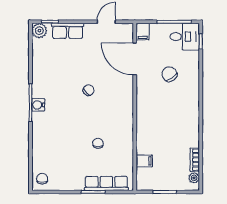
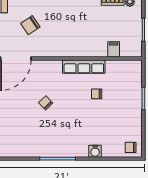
water cooler: (38, 105) -> (95, 151), moved
row of seats: (106, 183) -> (84, 67), moved, turned -90

